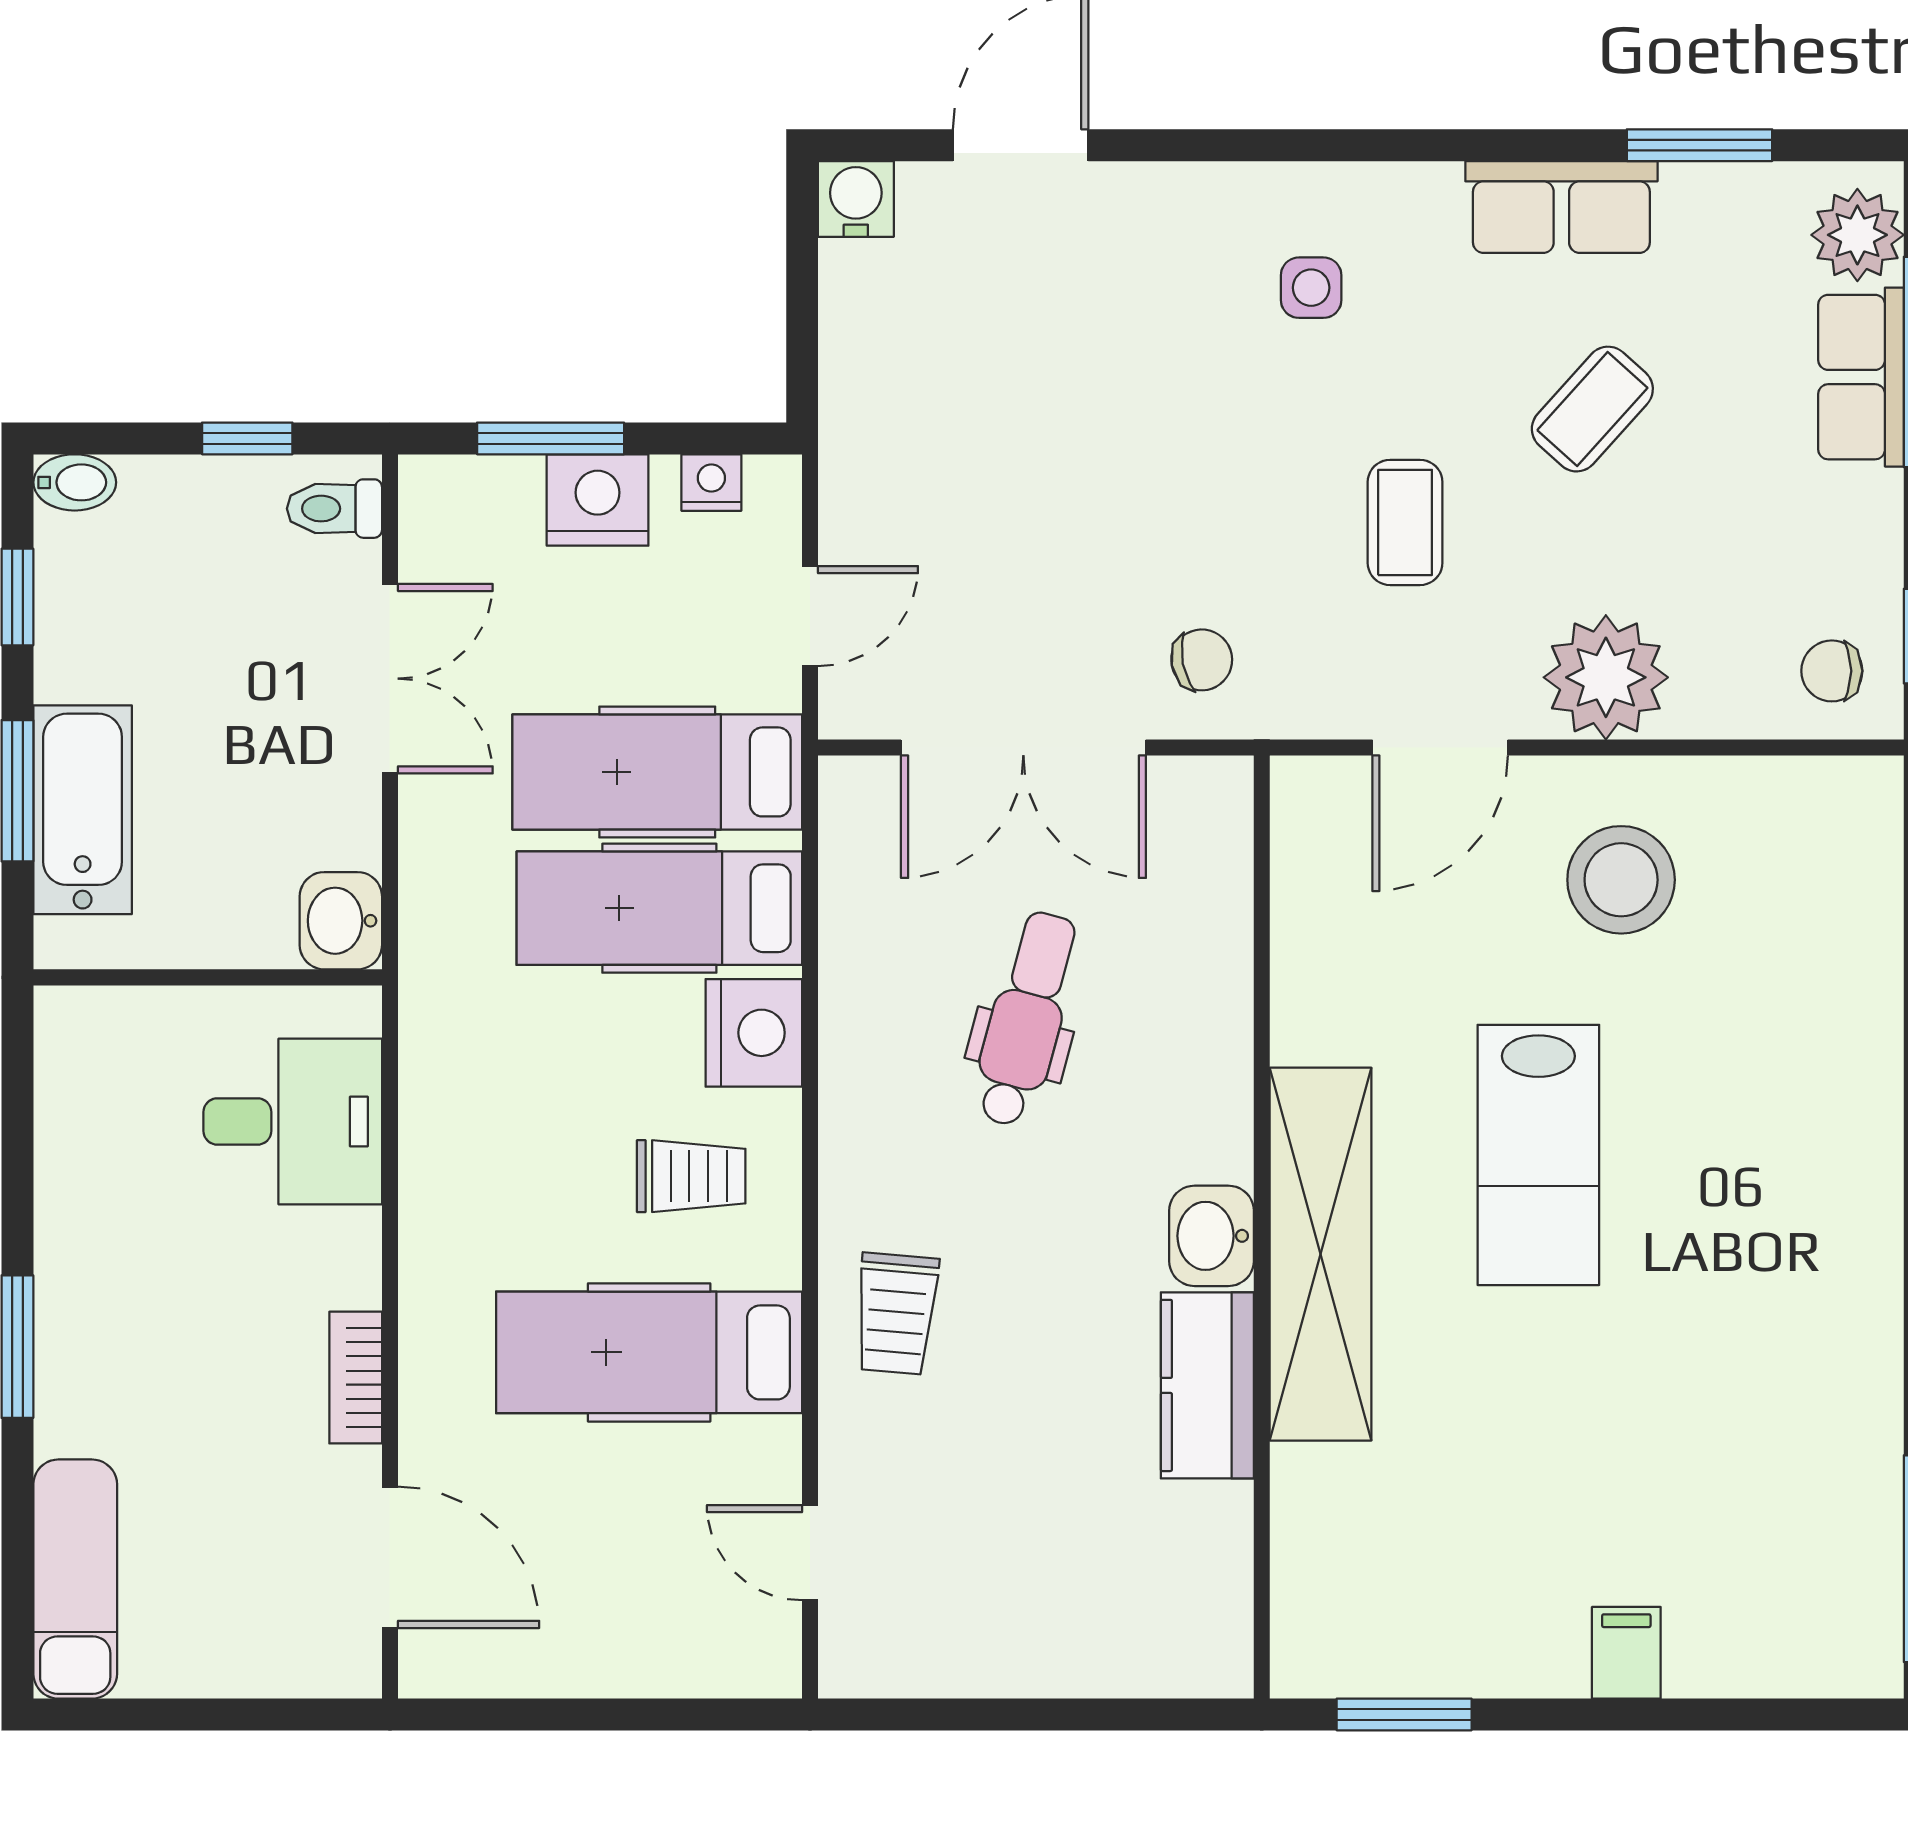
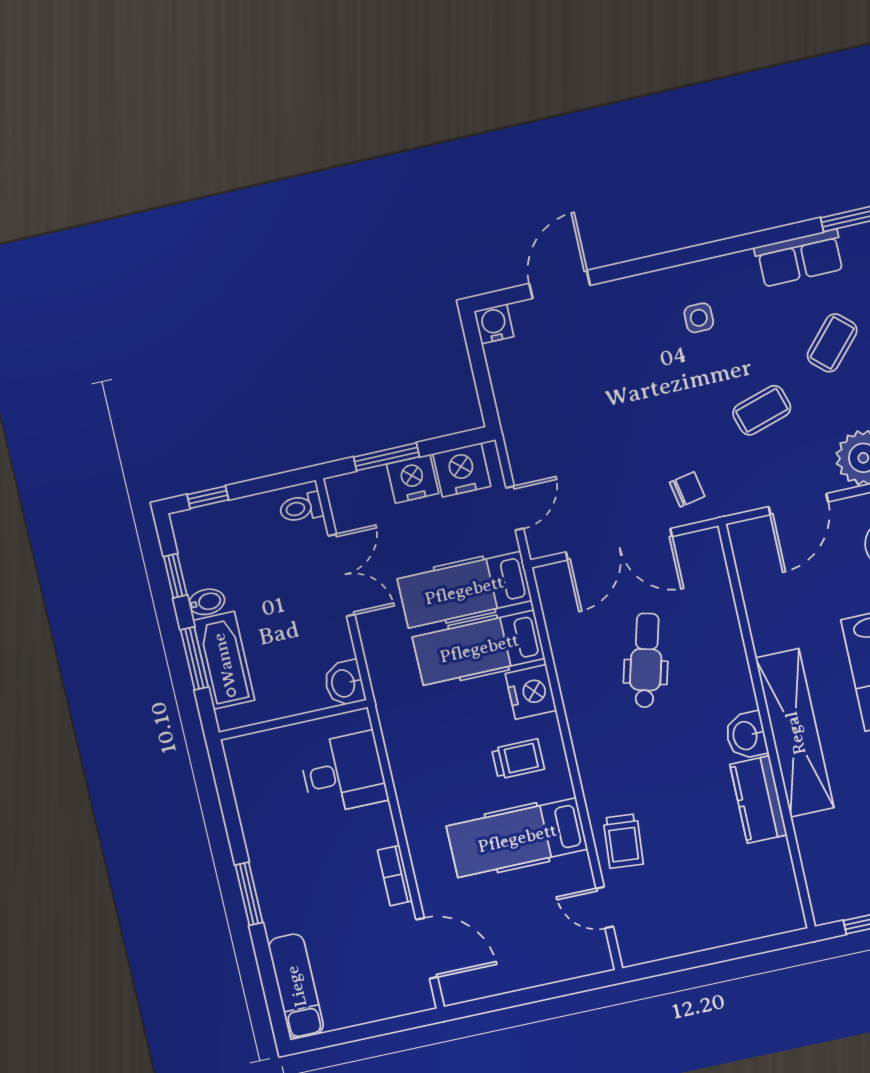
window: (247, 438) -> (208, 497), moved
bidet: (75, 482) -> (207, 602), moved
nightstand: (711, 483) -> (462, 470), width x1.89, depth x1.79
coffee table: (1405, 522) -> (762, 410), turned 73
trolley: (896, 1314) -> (623, 841), moved

